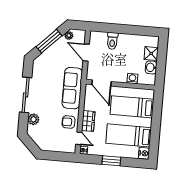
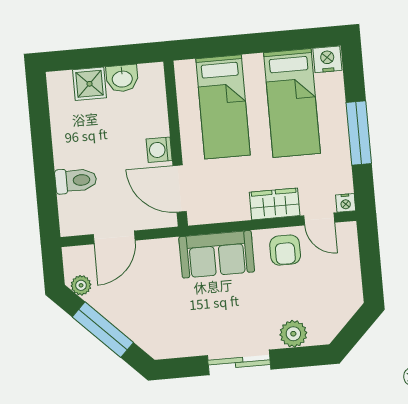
washing machine: (132, 79) -> (159, 150), moved
door: (101, 83) -> (180, 189), swing flipped
sofa: (72, 88) -> (217, 254), width x0.73
sliding door: (26, 95) -> (239, 362), width x0.73
door: (79, 138) -> (319, 219), swing flipped
window: (111, 161) -> (359, 133), width x1.44

